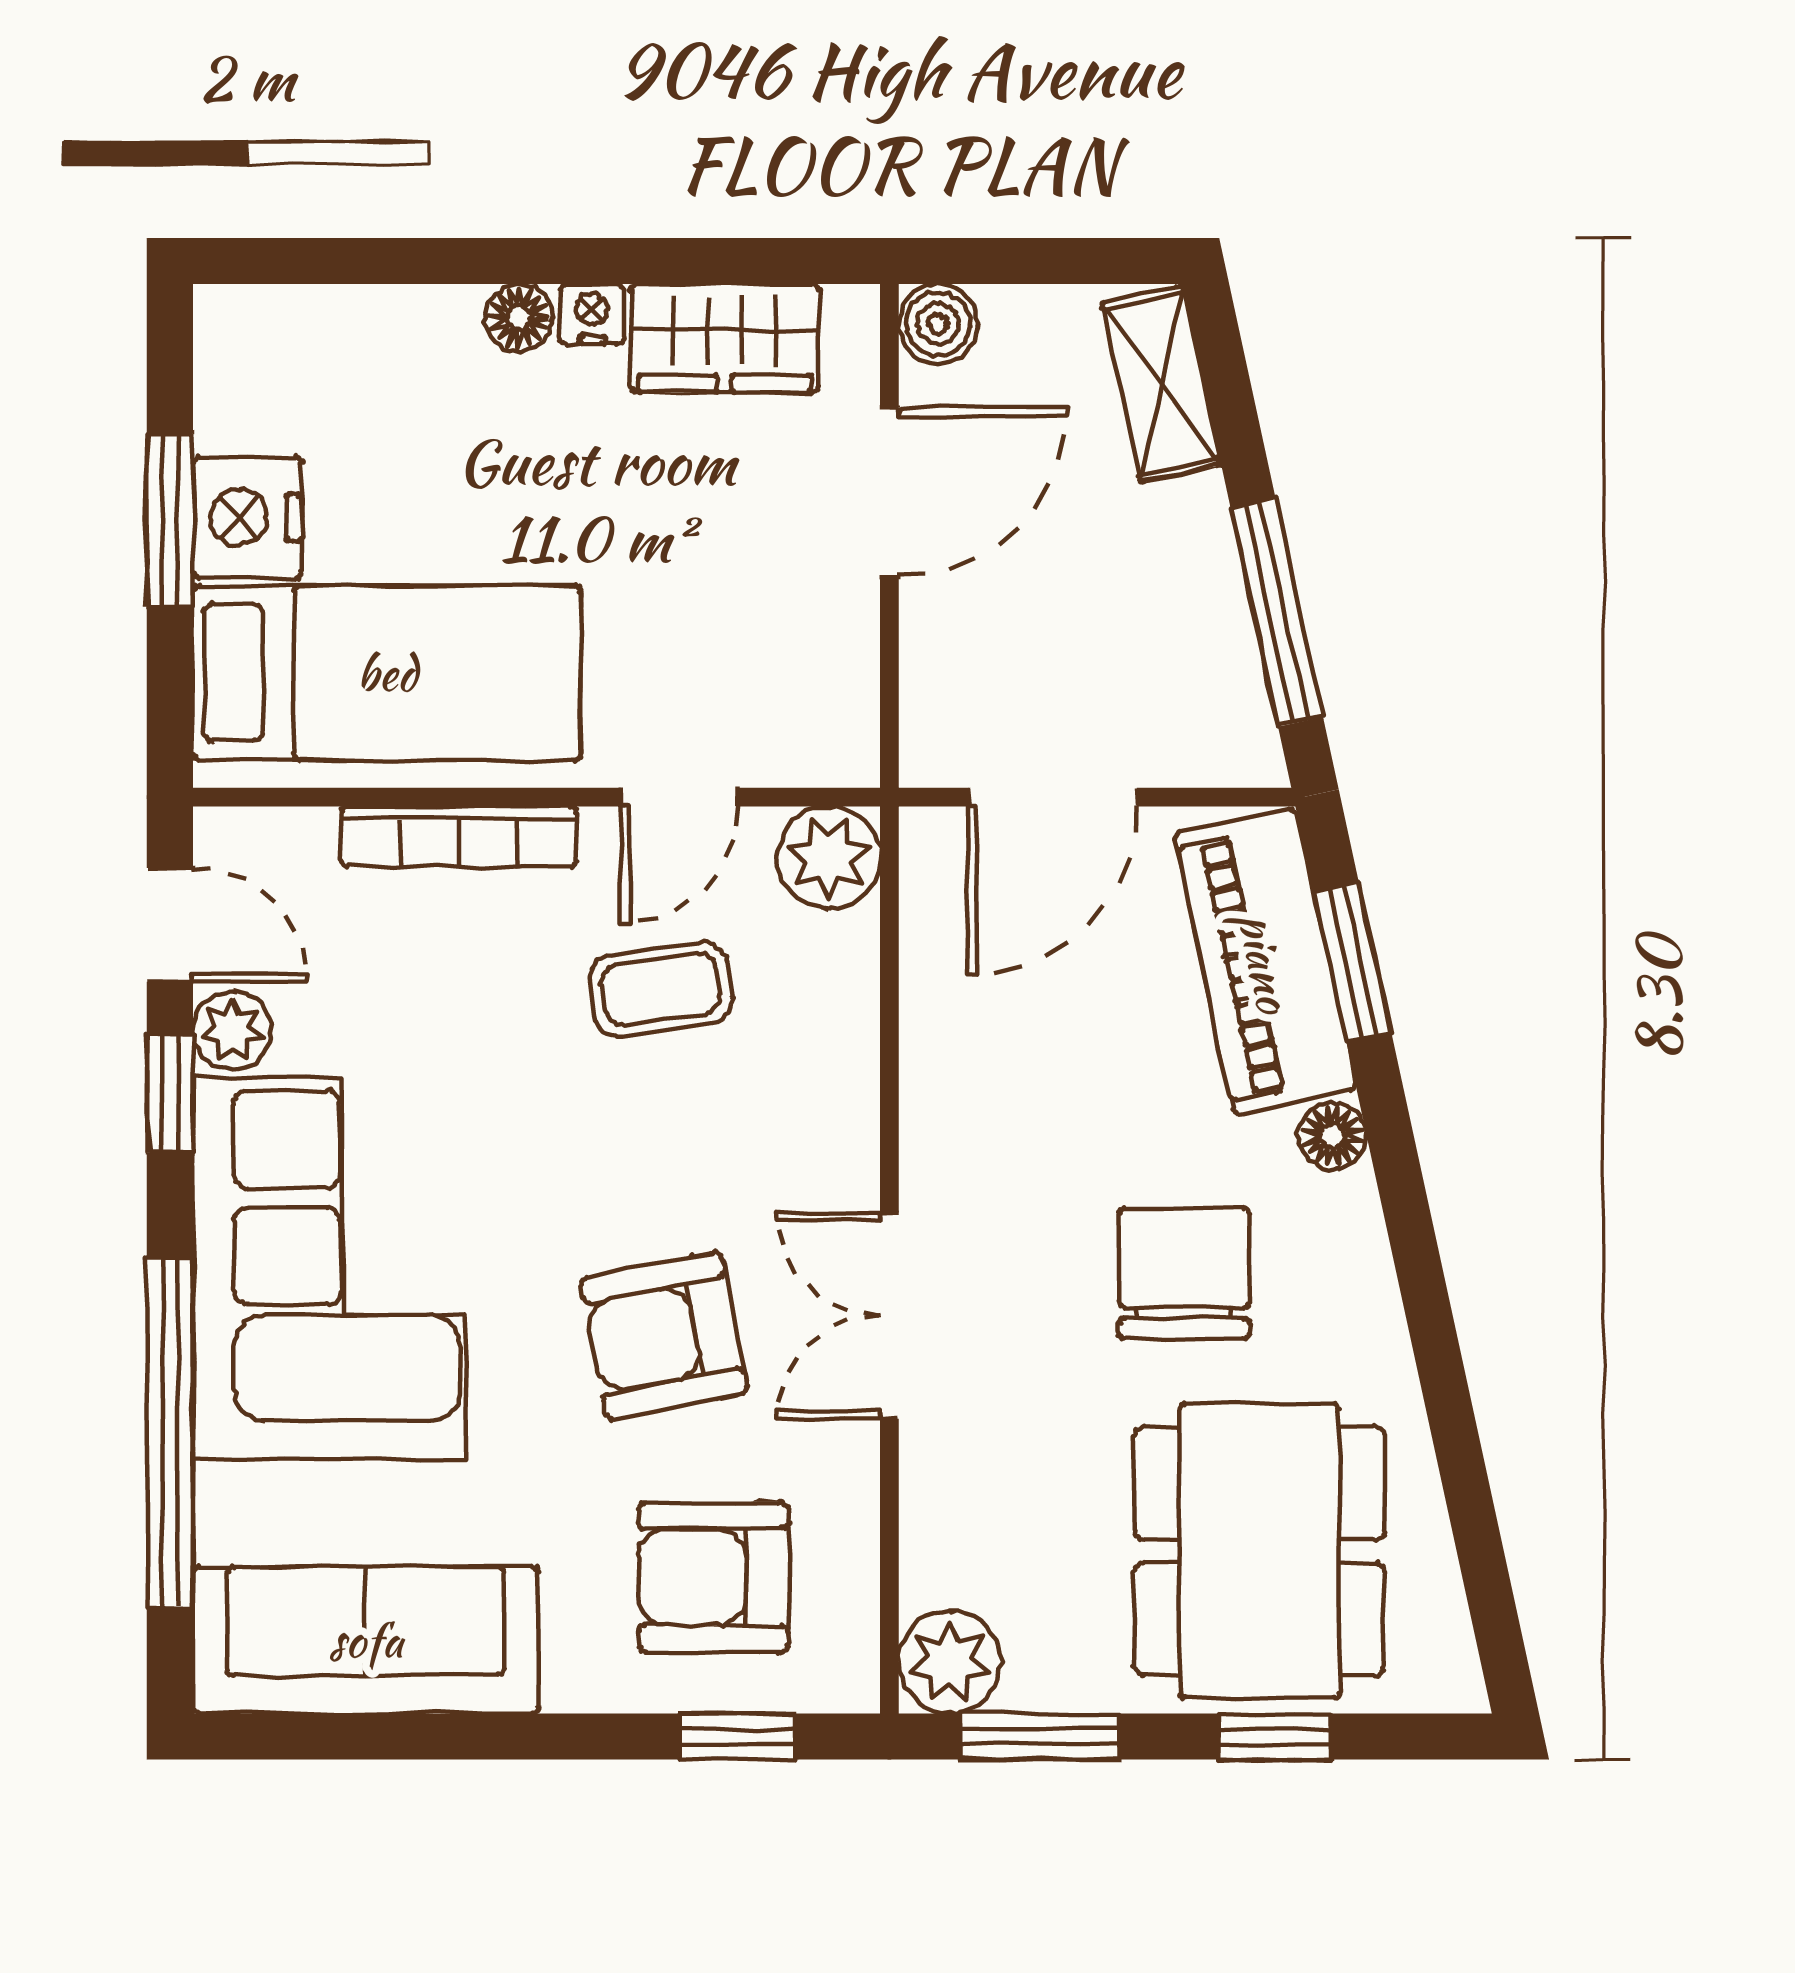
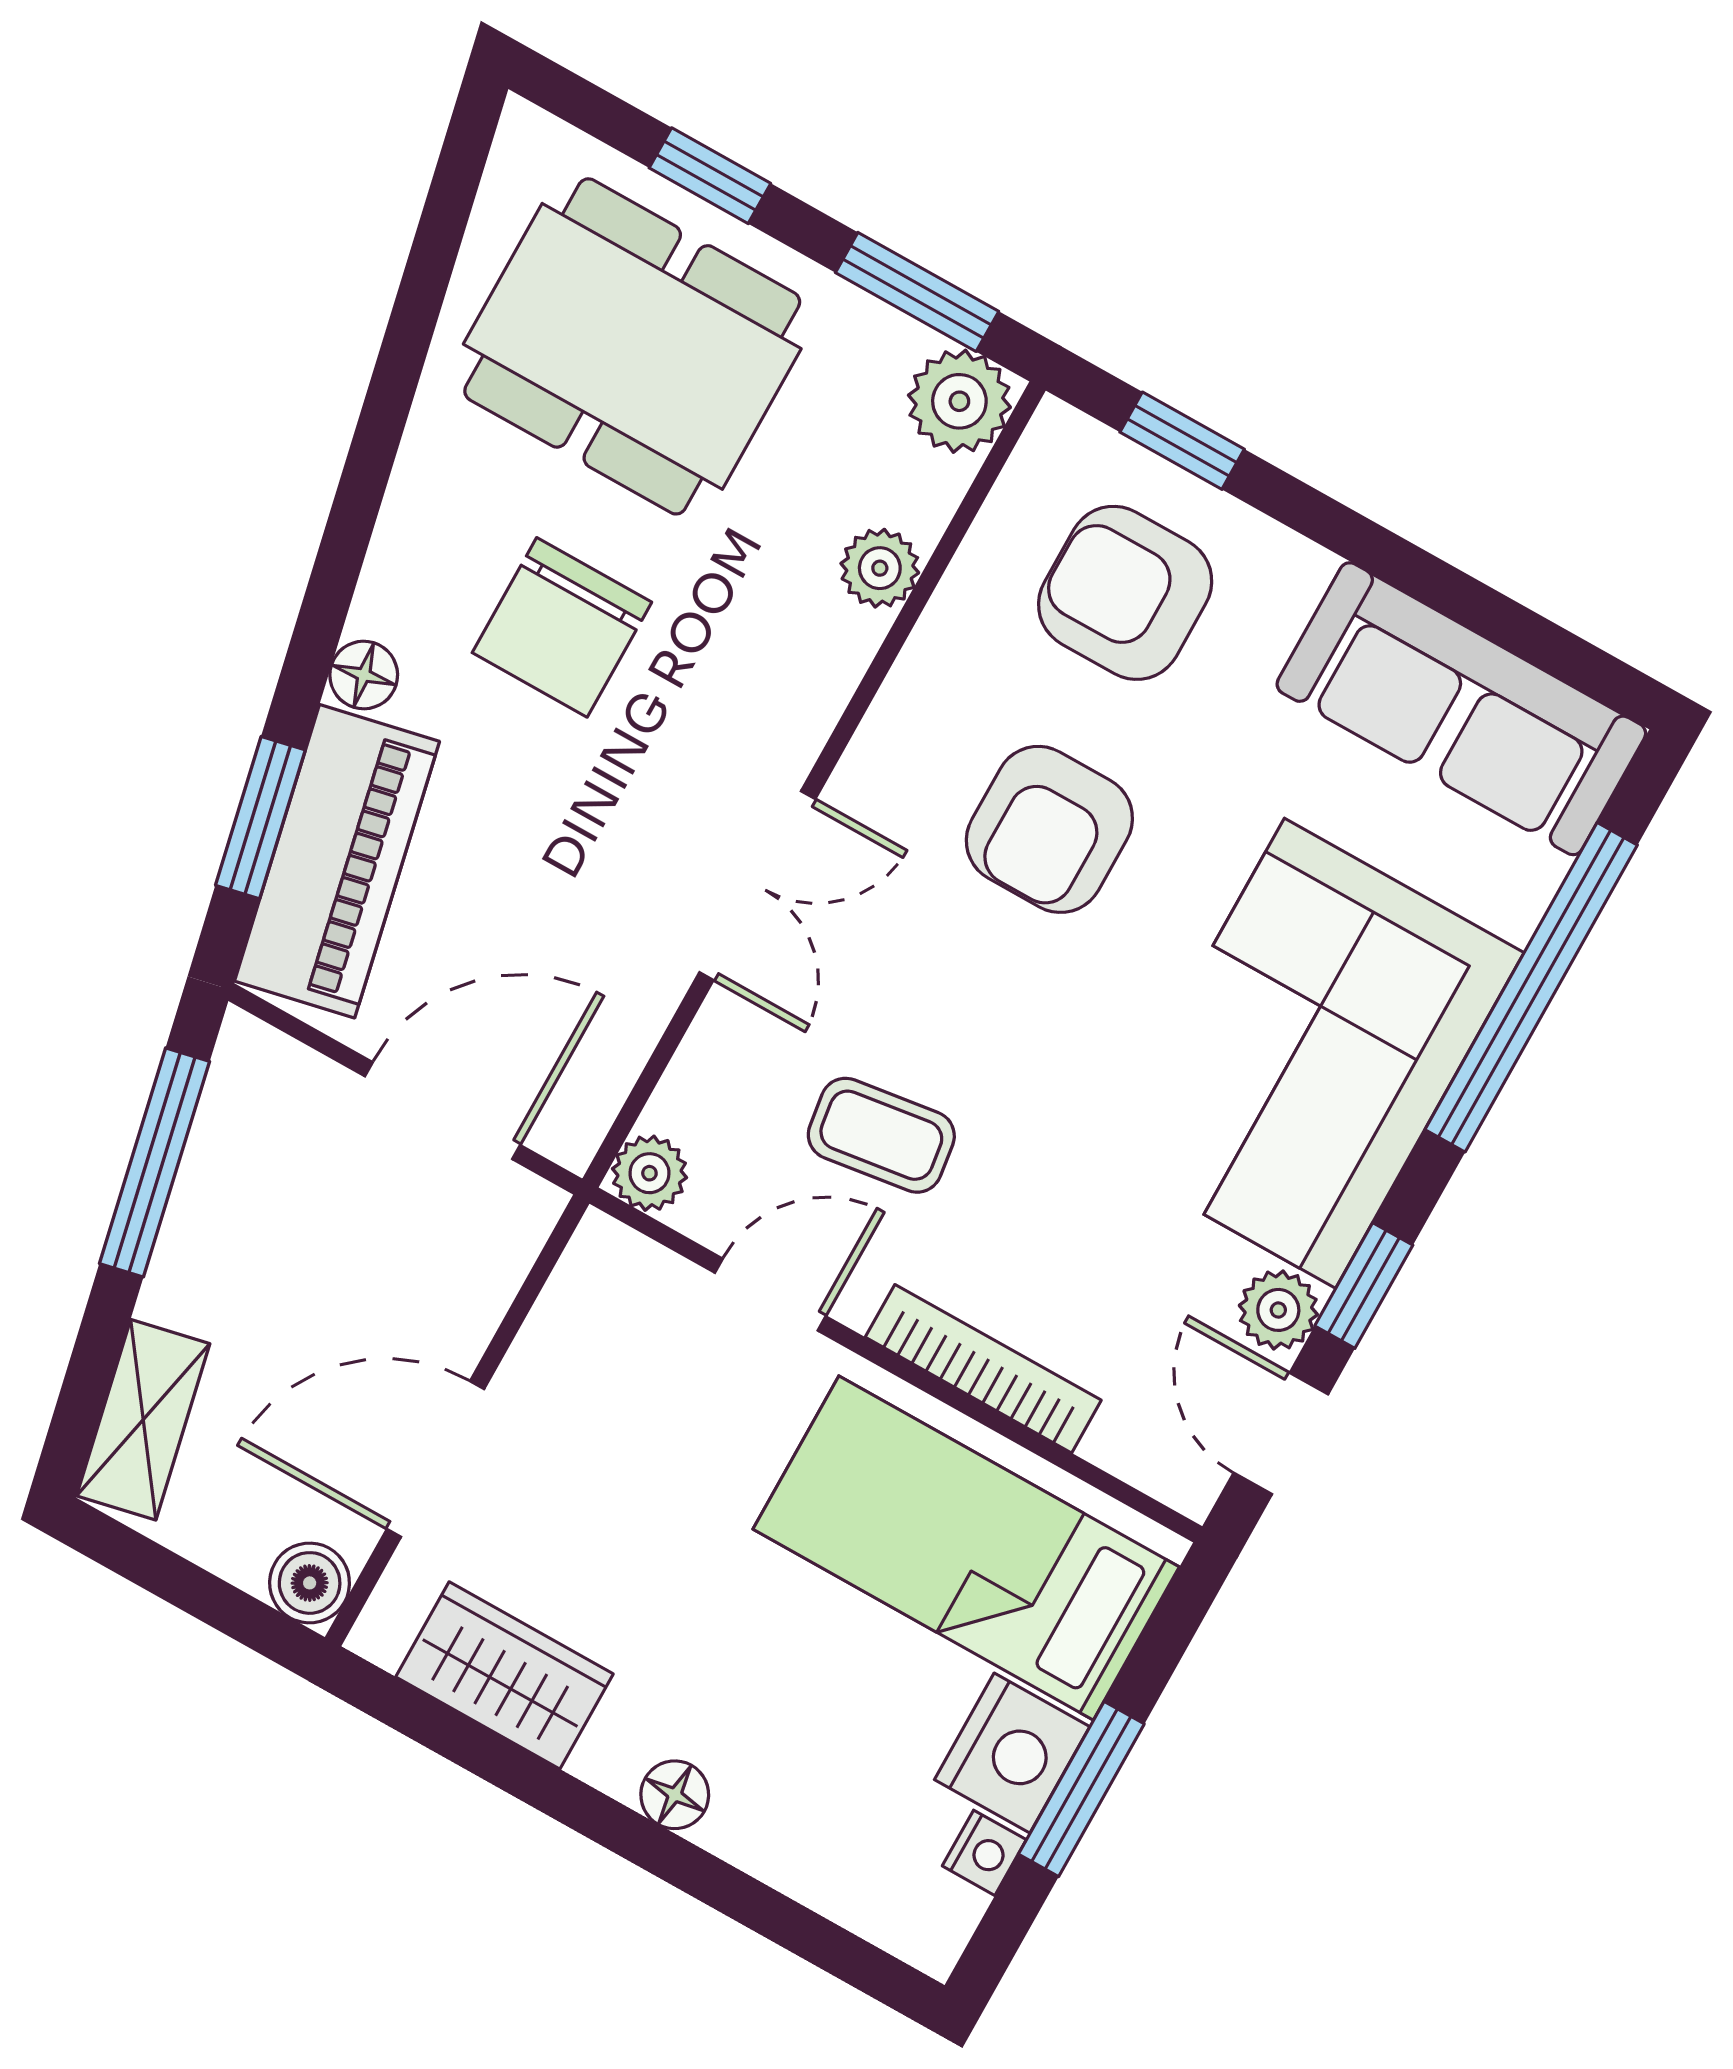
nightstand: (592, 314) -> (984, 1853), moved, turned -90
plant: (829, 857) -> (649, 1173), width x0.73, depth x0.73
double door: (889, 1316) -> (757, 886), moved
armchair: (664, 1336) -> (1049, 829), turned 101
plant: (938, 1479) -> (880, 568), added
dining table: (1260, 1551) -> (632, 346), turned 90
armchair: (713, 1577) -> (1125, 593), turned 180

